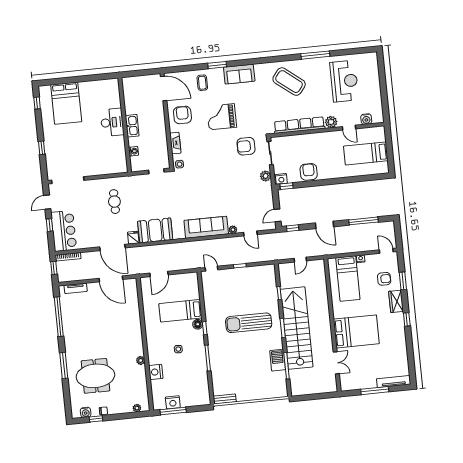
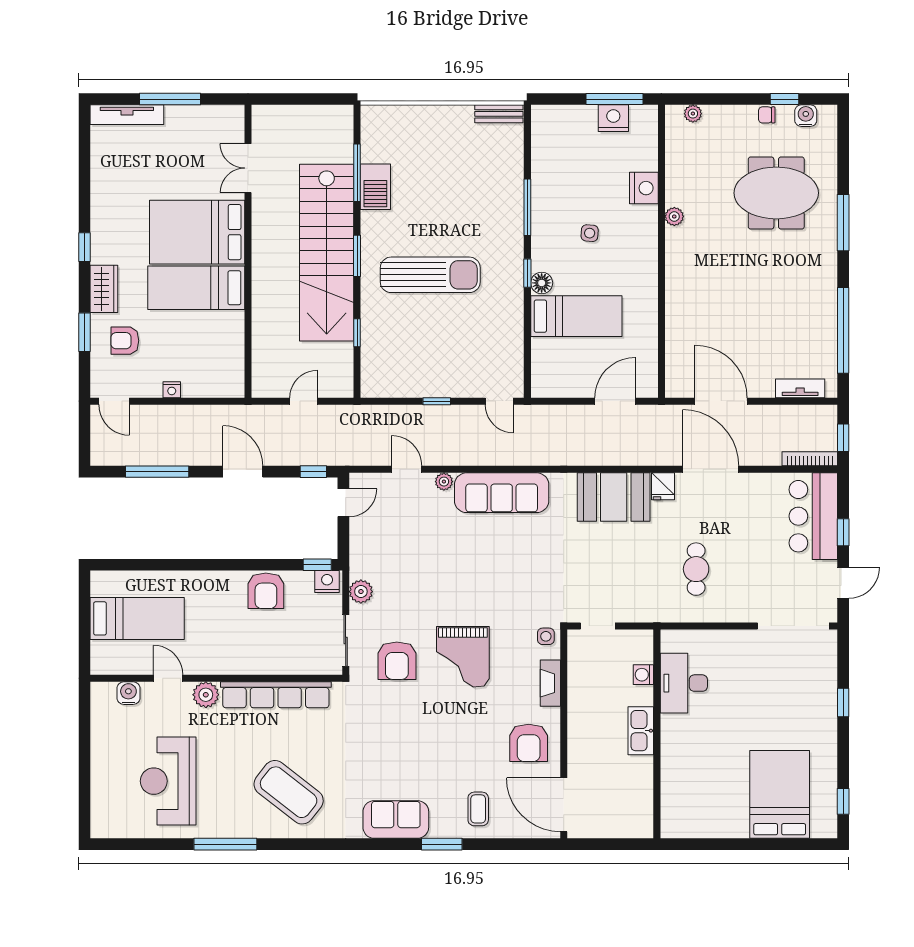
grand piano: (222, 117) -> (463, 657), moved, turned 90
desk: (112, 122) -> (684, 683), moved
armchair: (246, 146) -> (397, 661), turned 90
bed: (348, 279) -> (196, 288), moved, turned -90

